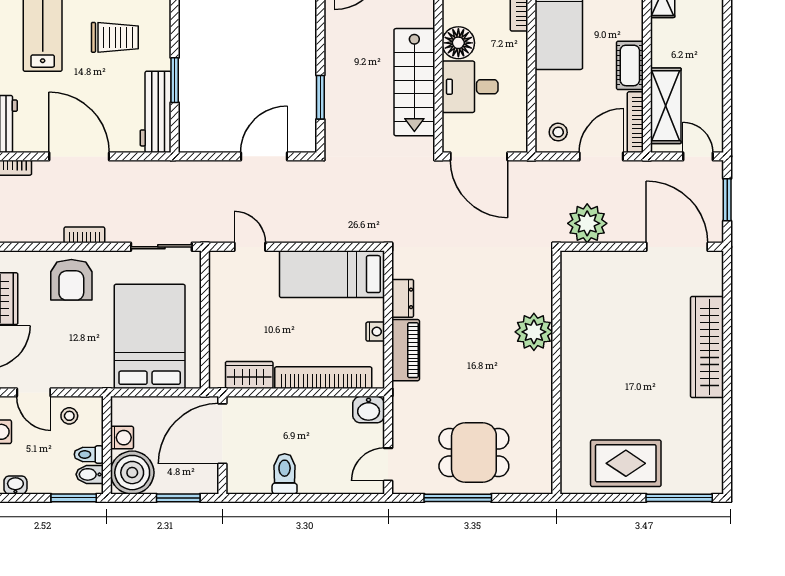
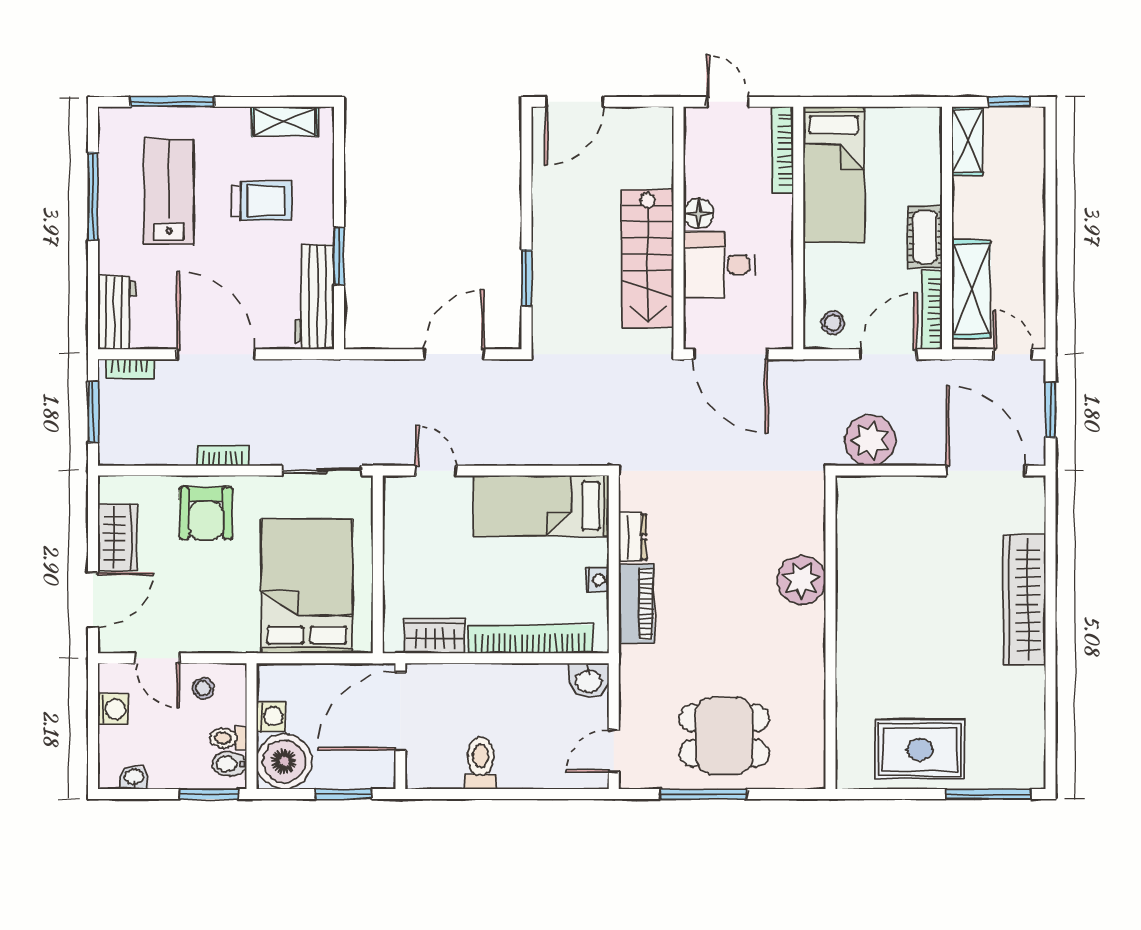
floor lamp: (458, 43) -> (699, 214), width x0.73, depth x0.73

